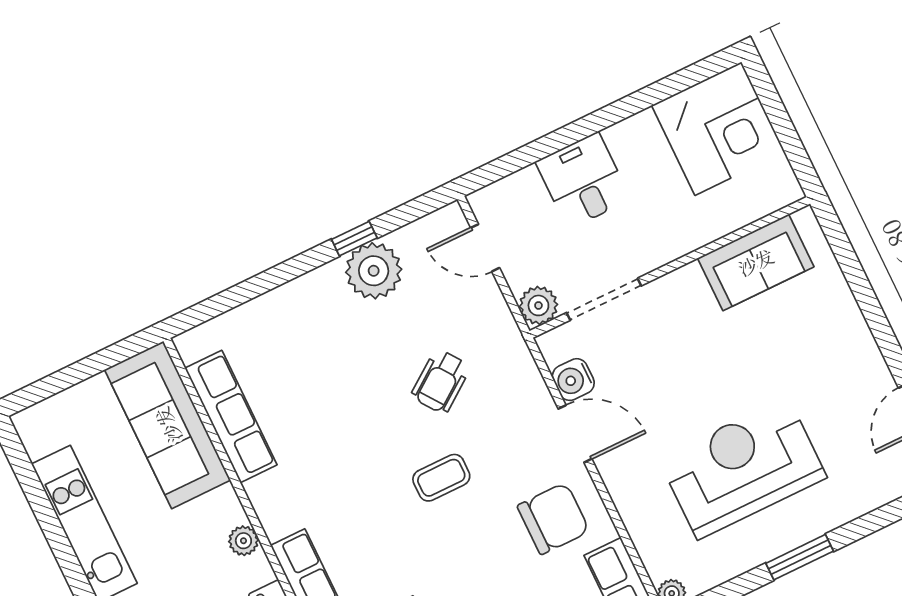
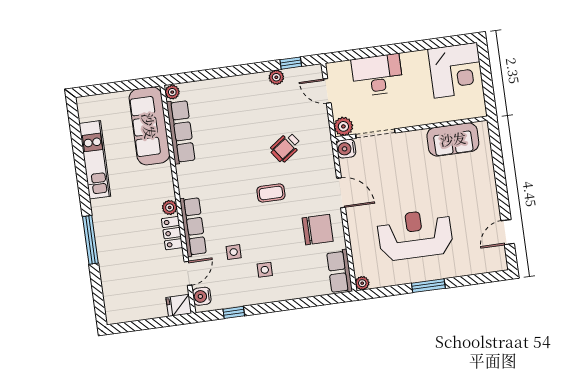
desk: (583, 181) -> (377, 75), width x1.37
window: (354, 239) -> (291, 63), moved
plant: (374, 271) -> (276, 77), width x0.53, depth x0.53
plant: (190, 346) -> (172, 92), added
water cooler: (573, 380) -> (346, 149), moved
plant: (243, 541) -> (170, 207), moved

